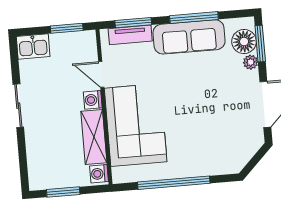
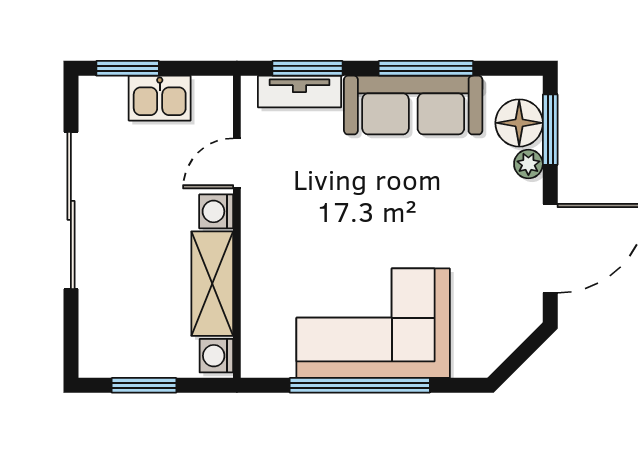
window: (67, 28) -> (128, 68), moved
kitchen sink: (33, 46) -> (160, 98), moved
door: (101, 74) -> (237, 163), hinge flipped
sliding door: (18, 106) -> (71, 210), width x1.86
corner sofa: (136, 125) -> (373, 323), moved, turned -90

